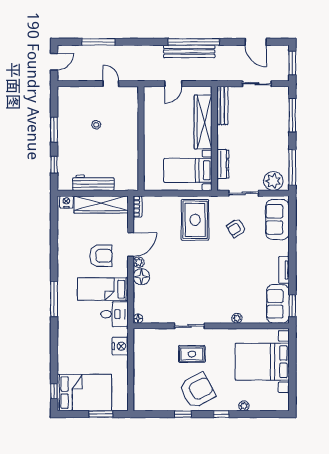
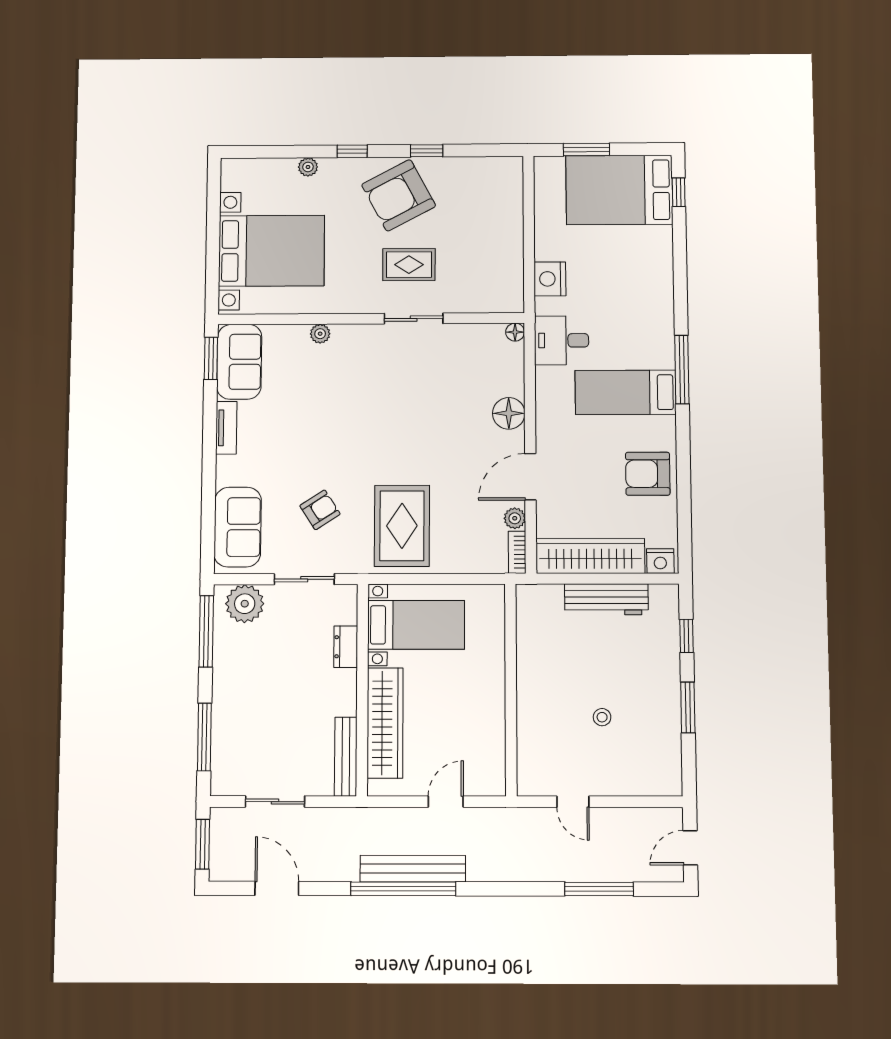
dresser: (223, 164) -> (346, 647), width x0.70
armchair: (101, 256) -> (648, 474), moved
plant: (139, 262) -> (515, 518), moved
bed: (103, 289) -> (626, 392), moved, turned 180

